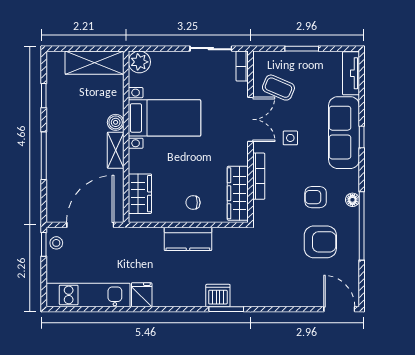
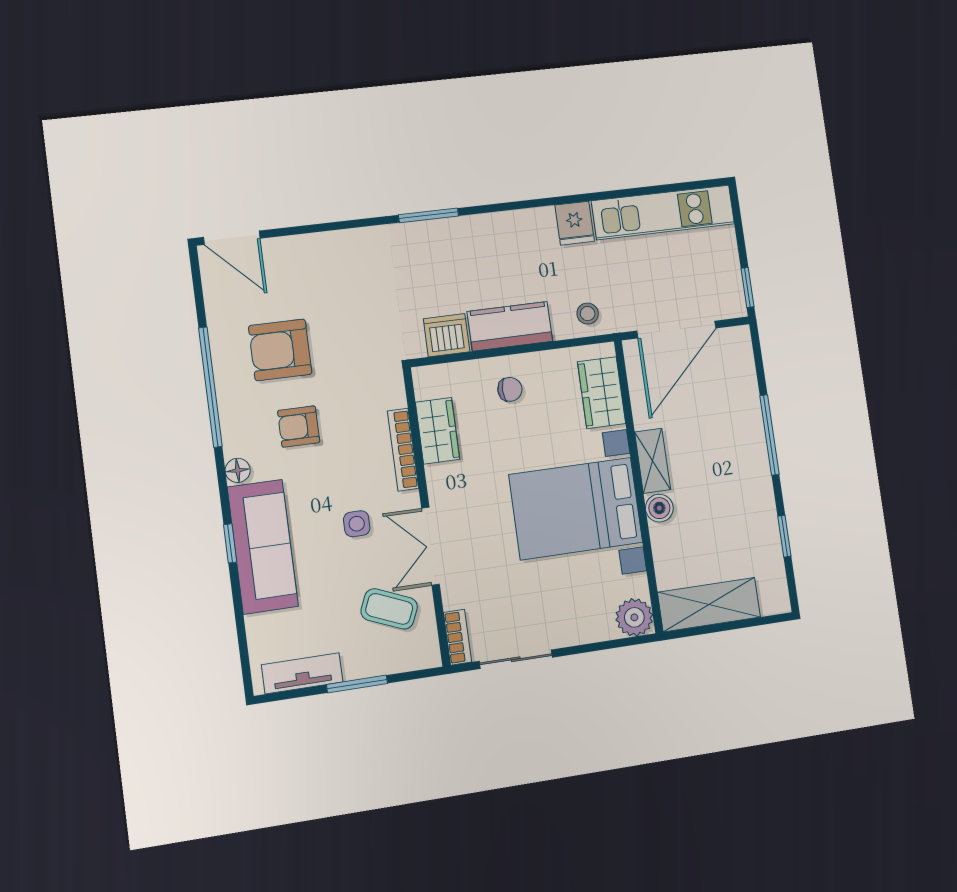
tv unit: (351, 73) -> (302, 673), moved, turned -90
bed with nightstands: (164, 118) -> (576, 508), width x1.36
wardrobe: (238, 193) -> (437, 431), width x0.67
armchair: (316, 197) -> (299, 427), turned 180
floor lamp: (352, 200) -> (238, 470), moved
stool: (56, 243) -> (588, 314), moved
dishwasher: (218, 296) -> (447, 335), moved, turned 180

